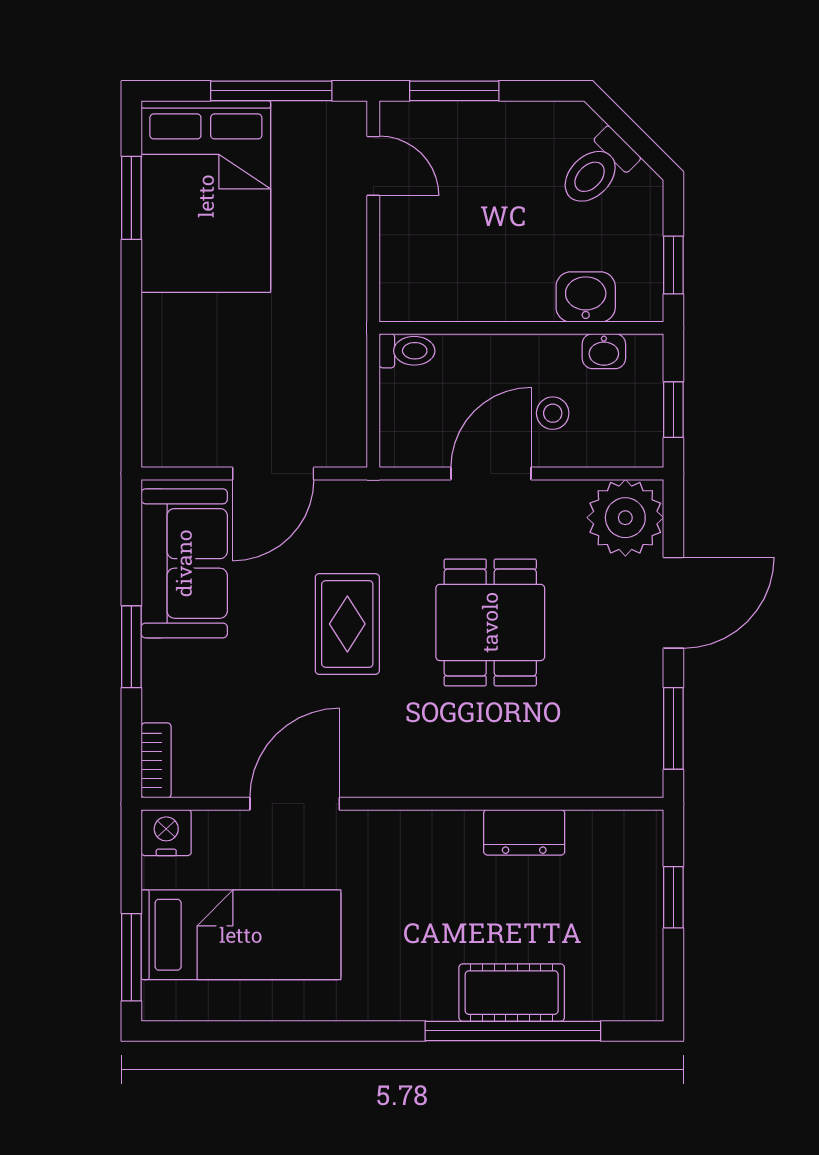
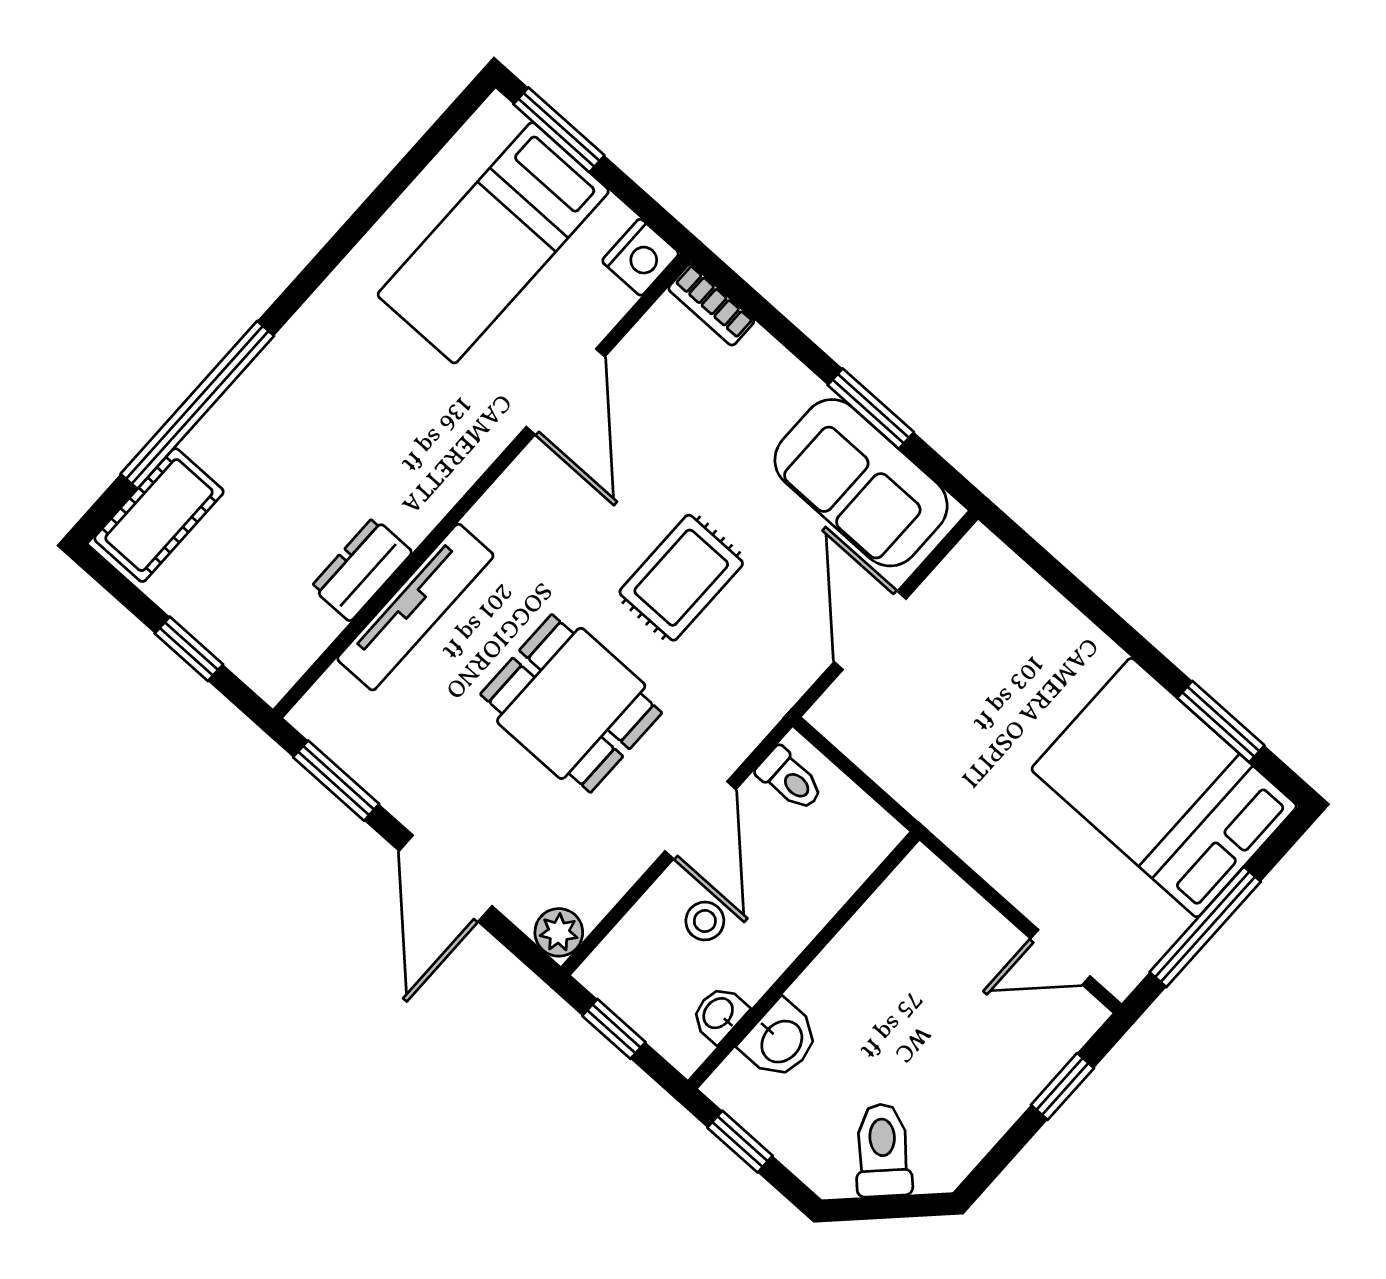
window: (454, 91) -> (1062, 1086), width x0.67
toilet: (407, 351) -> (790, 779), moved, turned -90
plant: (625, 518) -> (559, 932), width x0.53, depth x0.53
rug: (347, 624) -> (681, 578), turned 90
window: (131, 647) -> (871, 409), moved
tv unit: (518, 777) -> (415, 607), added
cot: (512, 993) -> (159, 515), moved

